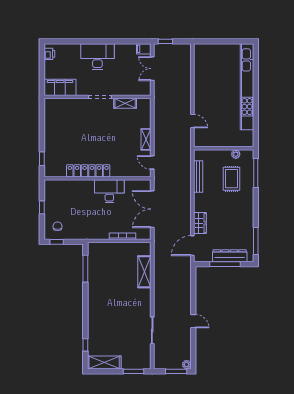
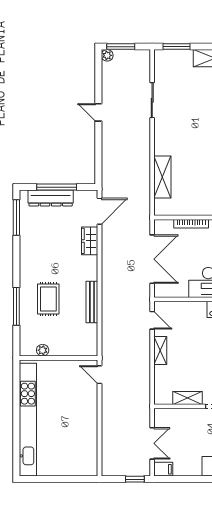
wall: (224, 148) -> (59, 358), moved
plant: (236, 154) -> (43, 350), moved

